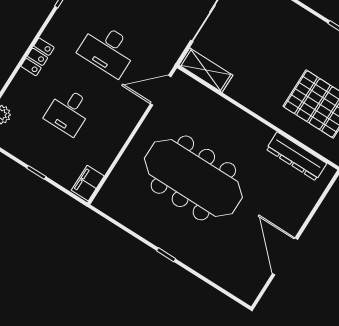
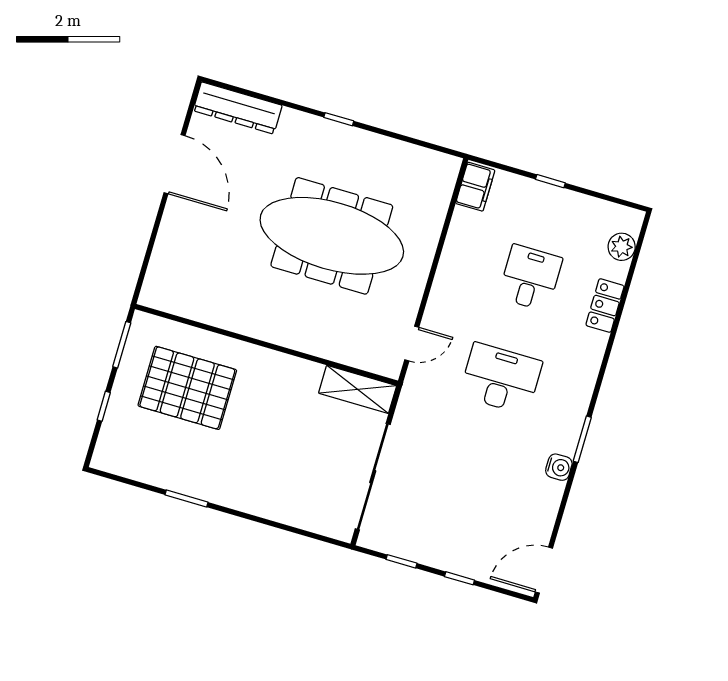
locker: (37, 57) -> (605, 306), moved
door: (161, 90) -> (412, 344), width x0.73
dresser: (296, 156) -> (238, 108), moved, turned 180

